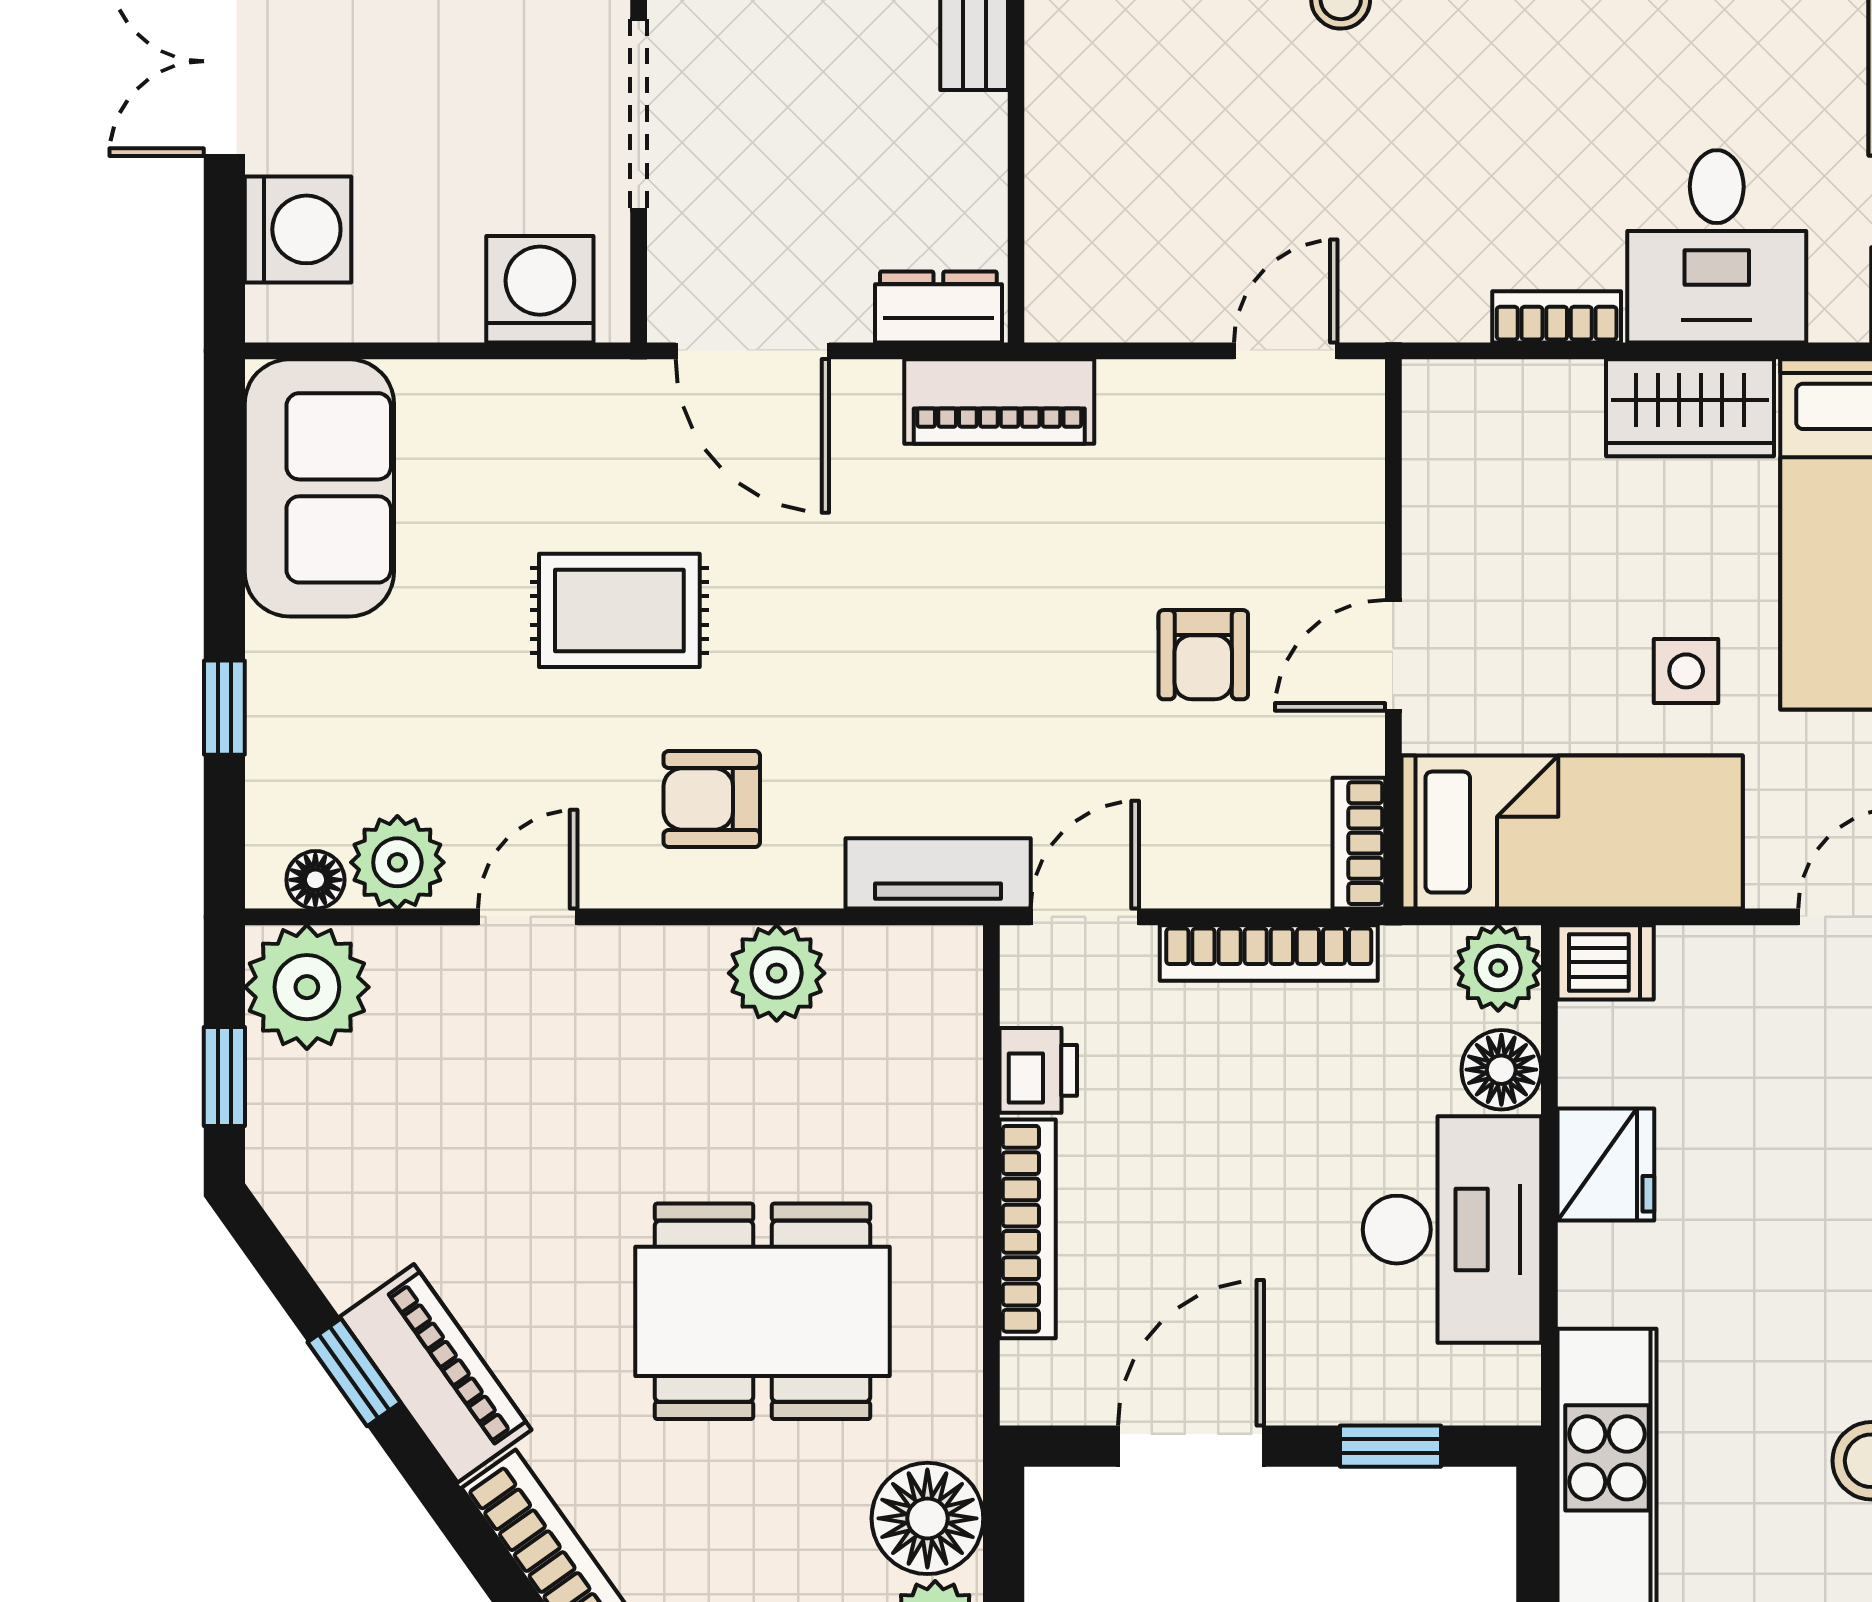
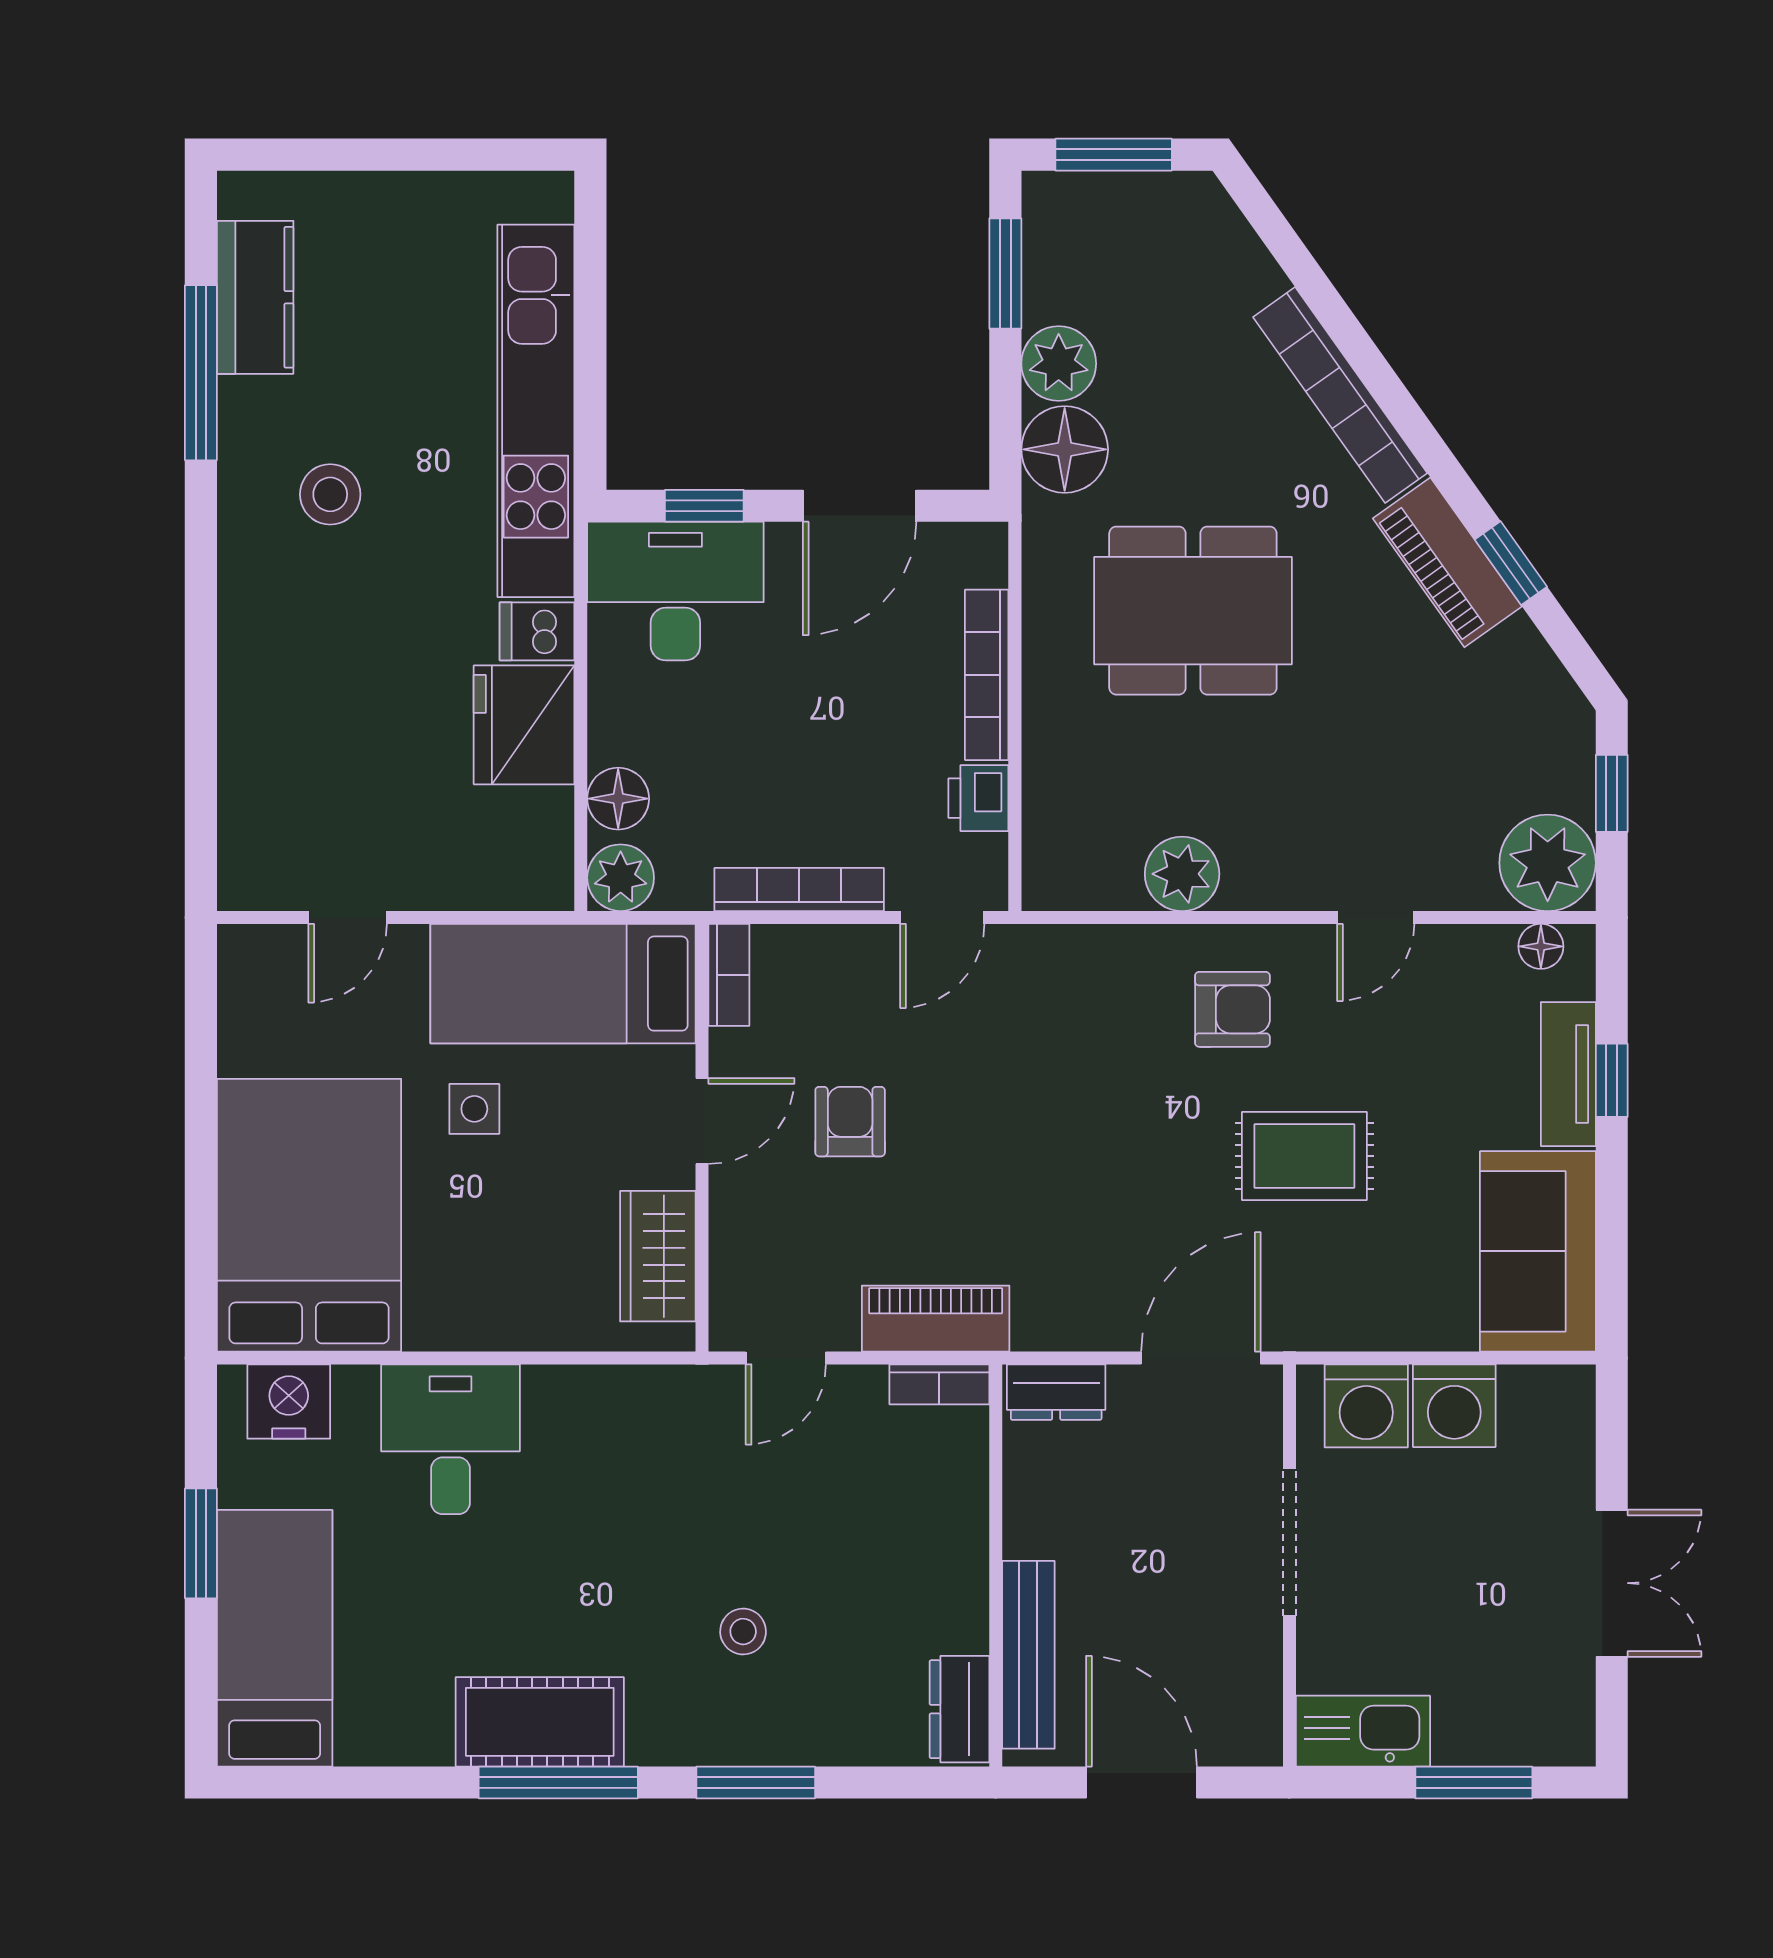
washing machine: (298, 229) -> (1454, 1406), moved, turned -90
bookcase: (1557, 317) -> (939, 1384), moved
door: (752, 351) -> (1201, 1358), hinge flipped
piano: (999, 401) -> (936, 1319), moved
wardrobe: (1690, 408) -> (658, 1256), moved, turned -90
plant: (397, 862) -> (1477, 960), removed
tv unit: (938, 873) -> (1568, 1074), moved, turned 90
dishwasher: (1606, 962) -> (537, 631), moved
fridge: (1606, 1165) -> (524, 725), width x1.36, depth x1.34
desk: (1452, 1230) -> (675, 591), moved, turned 90

